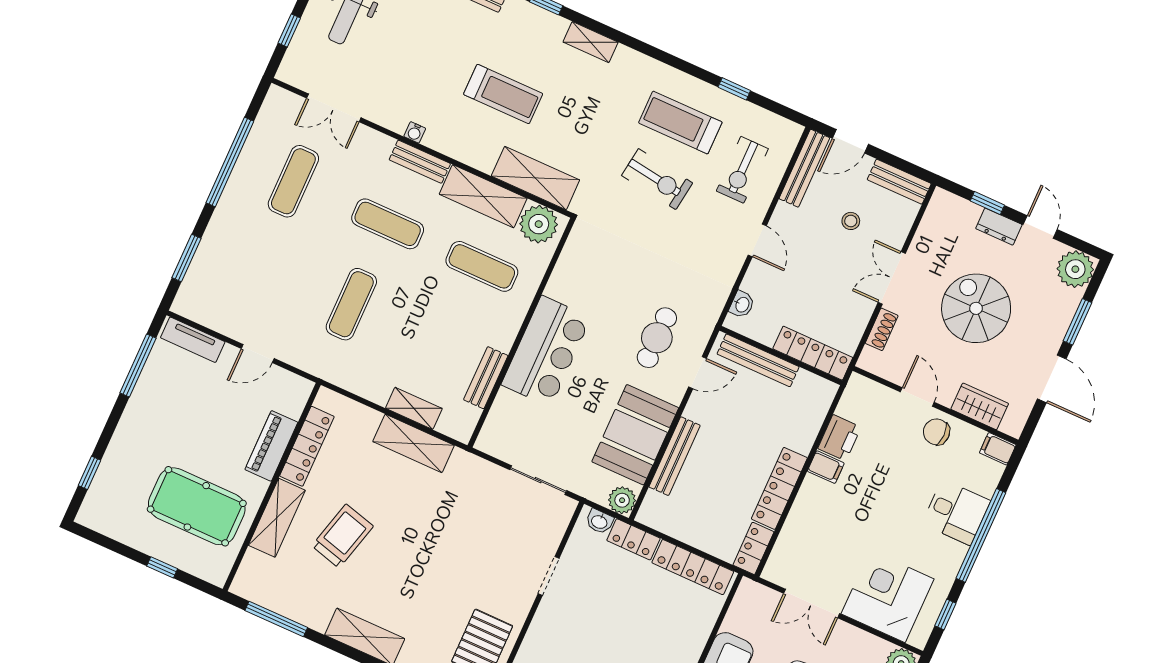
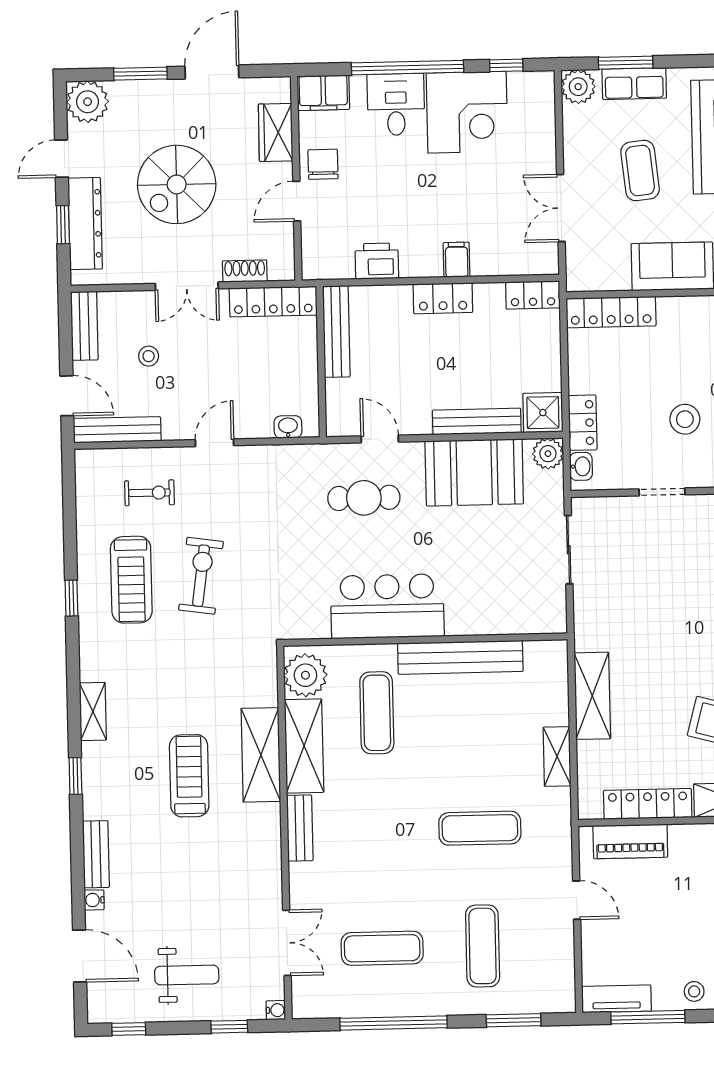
window: (734, 89) -> (71, 598), moved
water cooler: (415, 132) -> (276, 1010), moved
exercise bike: (742, 170) -> (149, 493), width x0.73, depth x0.72
shelving: (535, 178) -> (261, 755), moved
exercise mat: (388, 224) -> (483, 946), moved
dresser: (999, 227) -> (85, 224), width x1.96, depth x1.24
tv unit: (193, 340) -> (616, 999), moved, turned -90
bar counter: (546, 351) -> (387, 606), moved
locker: (813, 353) -> (273, 302), moved, turned -90
bench: (758, 360) -> (336, 331), moved
bench: (486, 378) -> (460, 657), width x1.86, depth x1.21
shelving: (414, 408) -> (557, 756), moved
stool: (141, 412) -> (694, 991), added
chair: (936, 432) -> (323, 164), turned 180
piano: (271, 446) -> (630, 841), moved
filing cabinet: (998, 449) -> (323, 93), width x2.00
filing cabinet: (826, 467) -> (457, 260), moved
locker: (779, 488) -> (443, 298), width x0.66
shower: (656, 512) -> (543, 413), added
locker: (693, 567) -> (611, 312), moved, turned 90
corner desk: (888, 596) -> (467, 112), moved, turned -90
double door: (812, 604) -> (561, 208), swing flipped
stool: (597, 622) -> (685, 419), added

